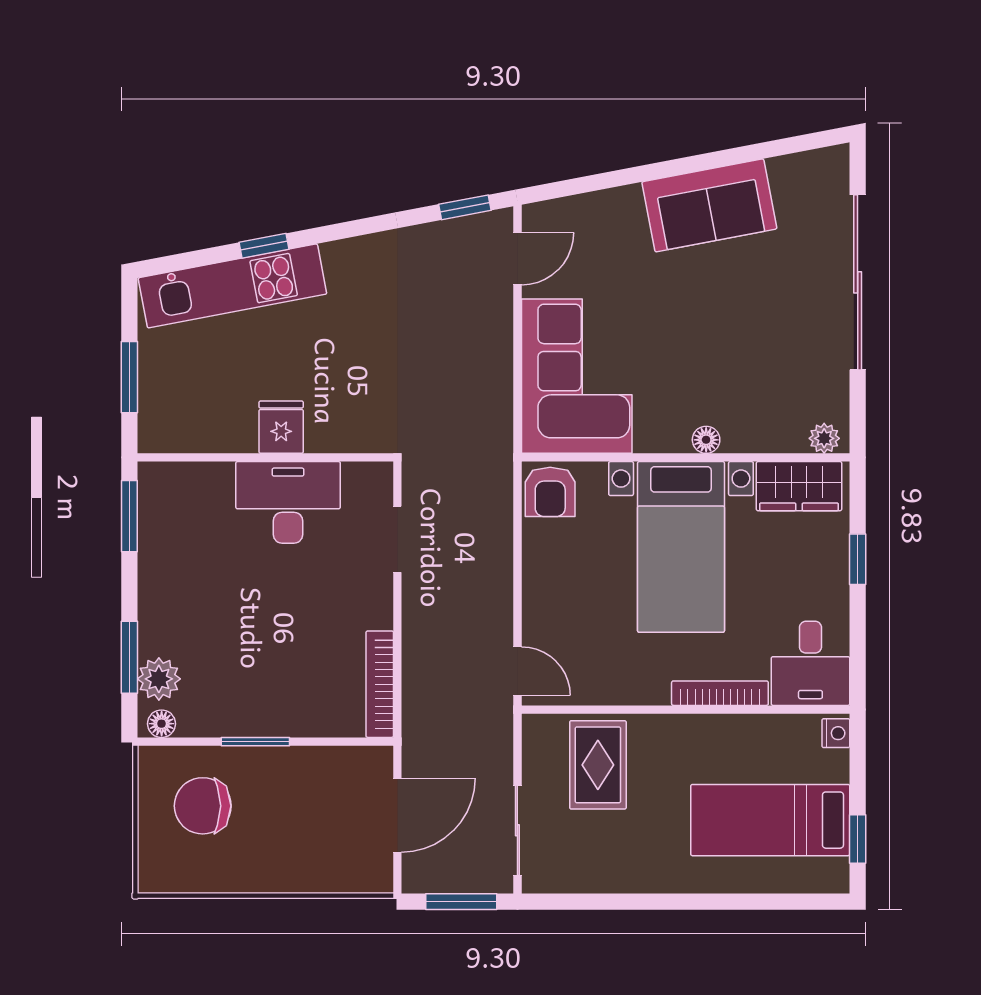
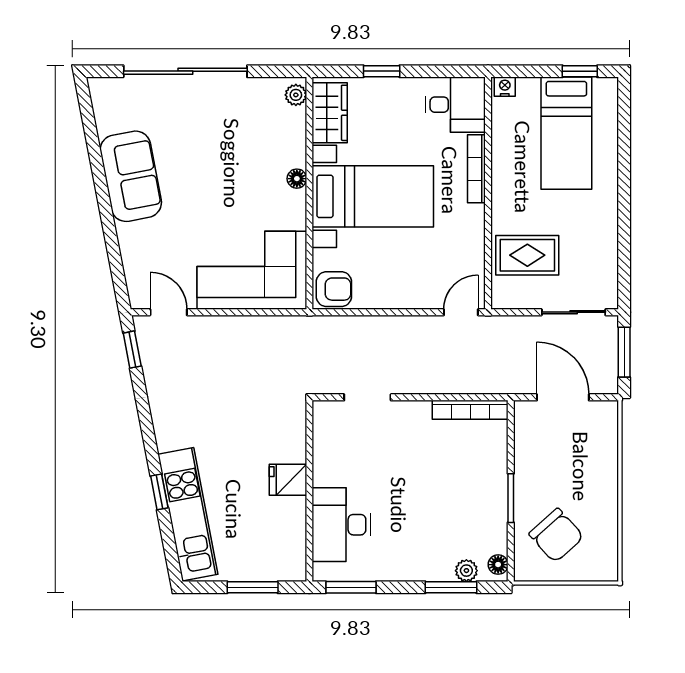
desk: (288, 502) -> (341, 525), moved
plant: (159, 679) -> (466, 571), width x0.73, depth x0.73
chair: (203, 806) -> (556, 535), turned -42

